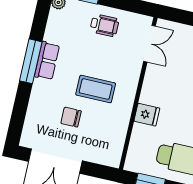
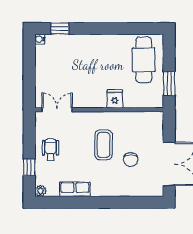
window: (31, 61) -> (93, 202), removed
row of seats: (47, 61) -> (75, 189), moved

